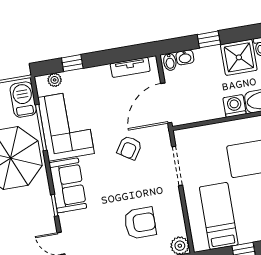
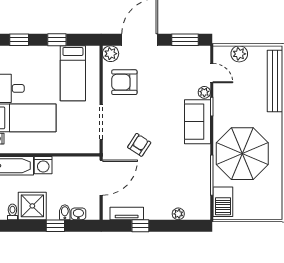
bidet: (170, 62) -> (65, 212), moved
window: (72, 63) -> (140, 226), moved
plant: (55, 80) -> (178, 214), moved
corner sofa: (66, 125) -> (190, 173), removed
plant: (66, 220) -> (204, 92), added
armchair: (140, 223) -> (124, 82), moved

